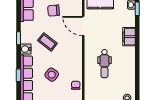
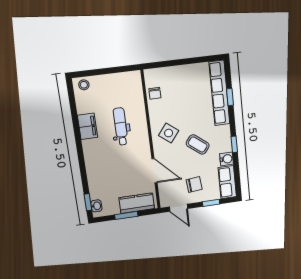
filing cabinet: (129, 37) -> (87, 126), moved
water cooler: (26, 49) -> (227, 159), moved
side table: (52, 75) -> (169, 133), moved

